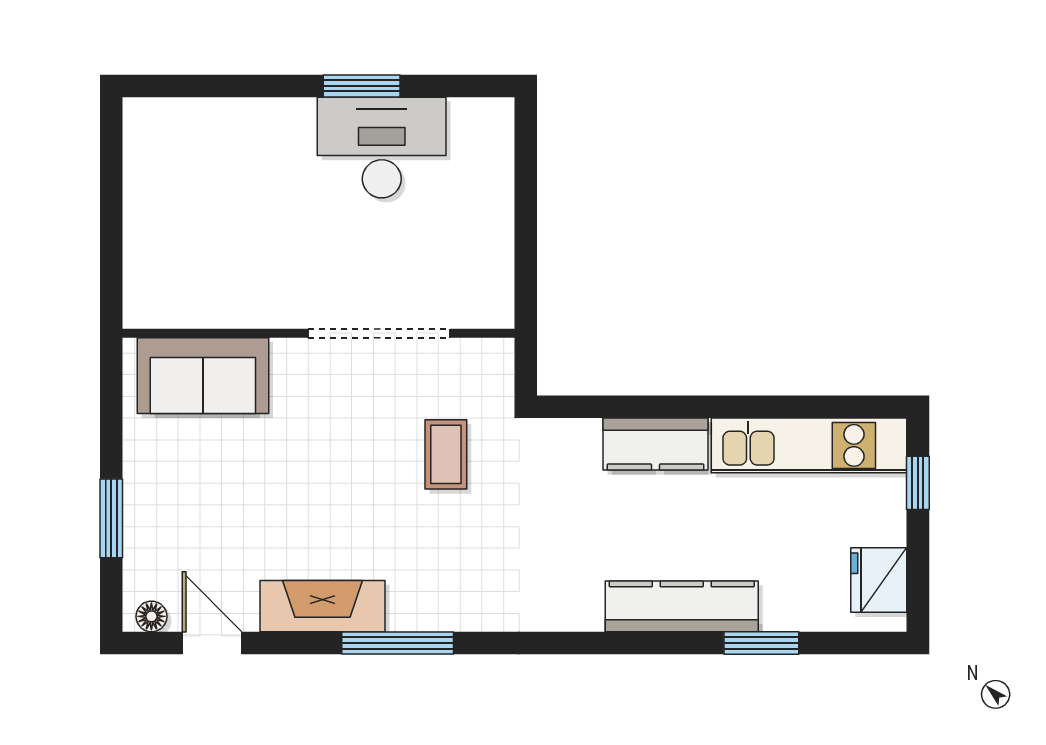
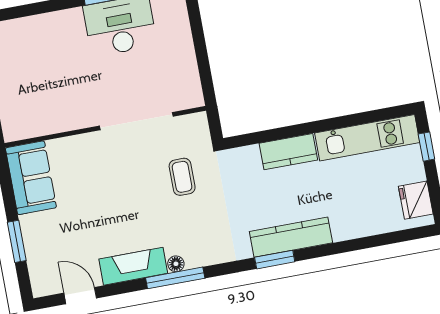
sofa: (203, 376) -> (31, 178), moved, turned -90
kitchen counter: (682, 606) -> (291, 237), moved
floor lamp: (151, 616) -> (176, 264), moved
window: (761, 643) -> (275, 260), moved

